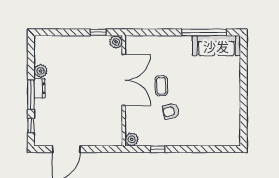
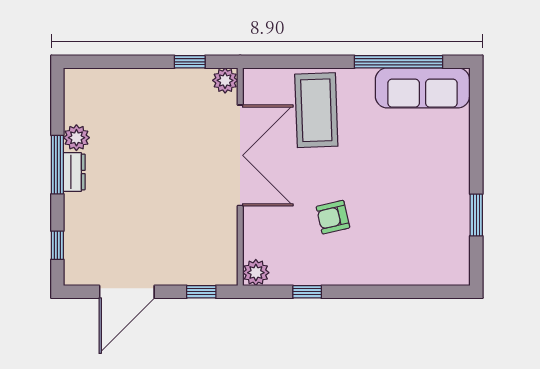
coffee table: (161, 86) -> (316, 110), moved, width x1.86, depth x1.72
window: (31, 95) -> (57, 165), moved
window: (244, 110) -> (476, 215), added
window: (104, 149) -> (201, 292), added

